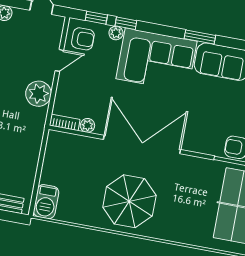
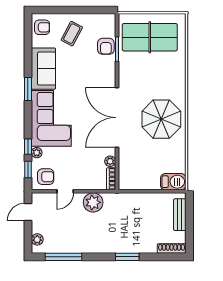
armchair: (83, 39) -> (46, 177), turned 90
door: (59, 60) -> (65, 191), swing flipped

